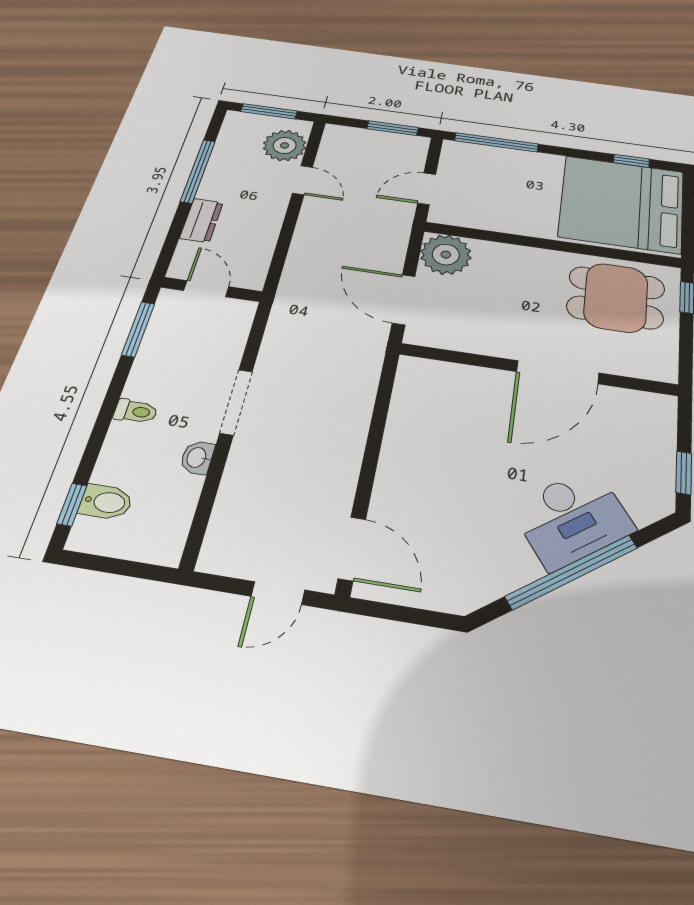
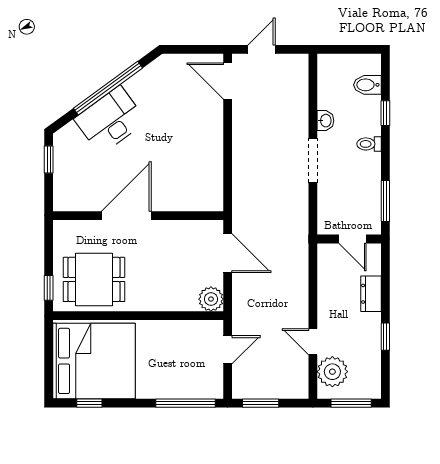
window: (198, 171) -> (385, 337), width x0.46
plant: (446, 255) -> (211, 299), width x0.73, depth x0.73
window: (72, 505) -> (385, 113), moved

